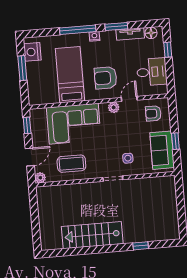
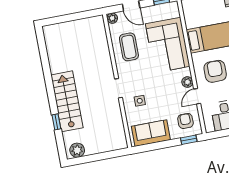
door: (129, 99) -> (197, 96), swing flipped
window: (175, 141) -> (189, 140), moved
plant: (172, 228) -> (77, 150), added
stairs: (92, 235) -> (67, 101), moved

